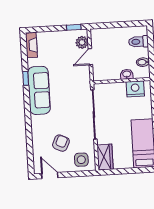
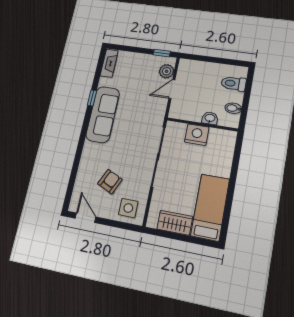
nightstand: (135, 89) -> (197, 135), moved
wardrobe: (105, 157) -> (175, 223), moved, turned -90

